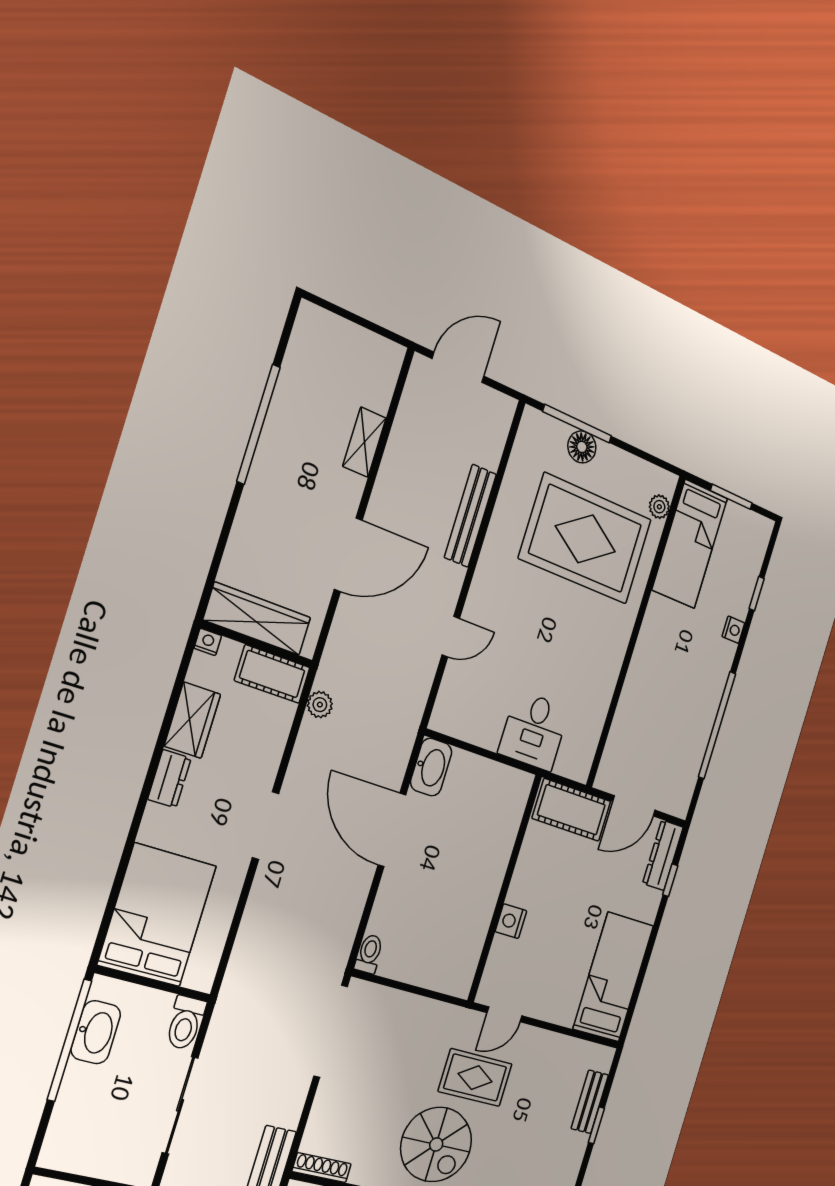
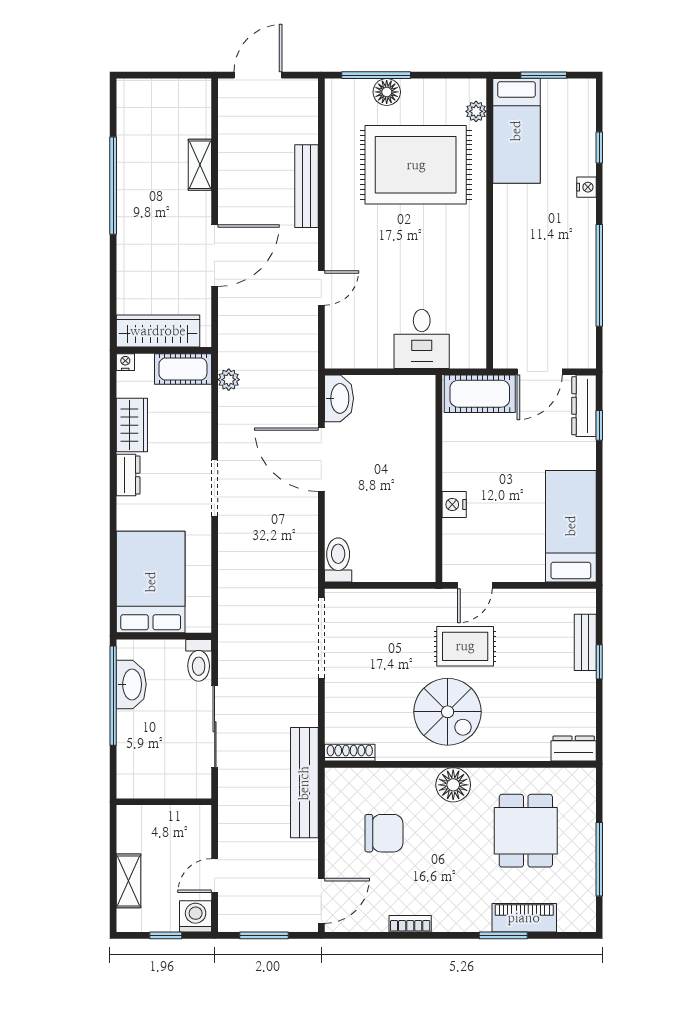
toilet: (369, 954) -> (338, 560), width x1.37, depth x1.39

